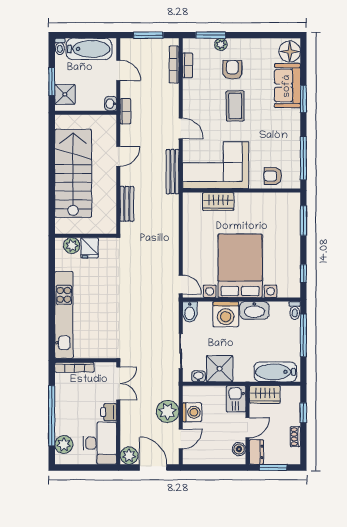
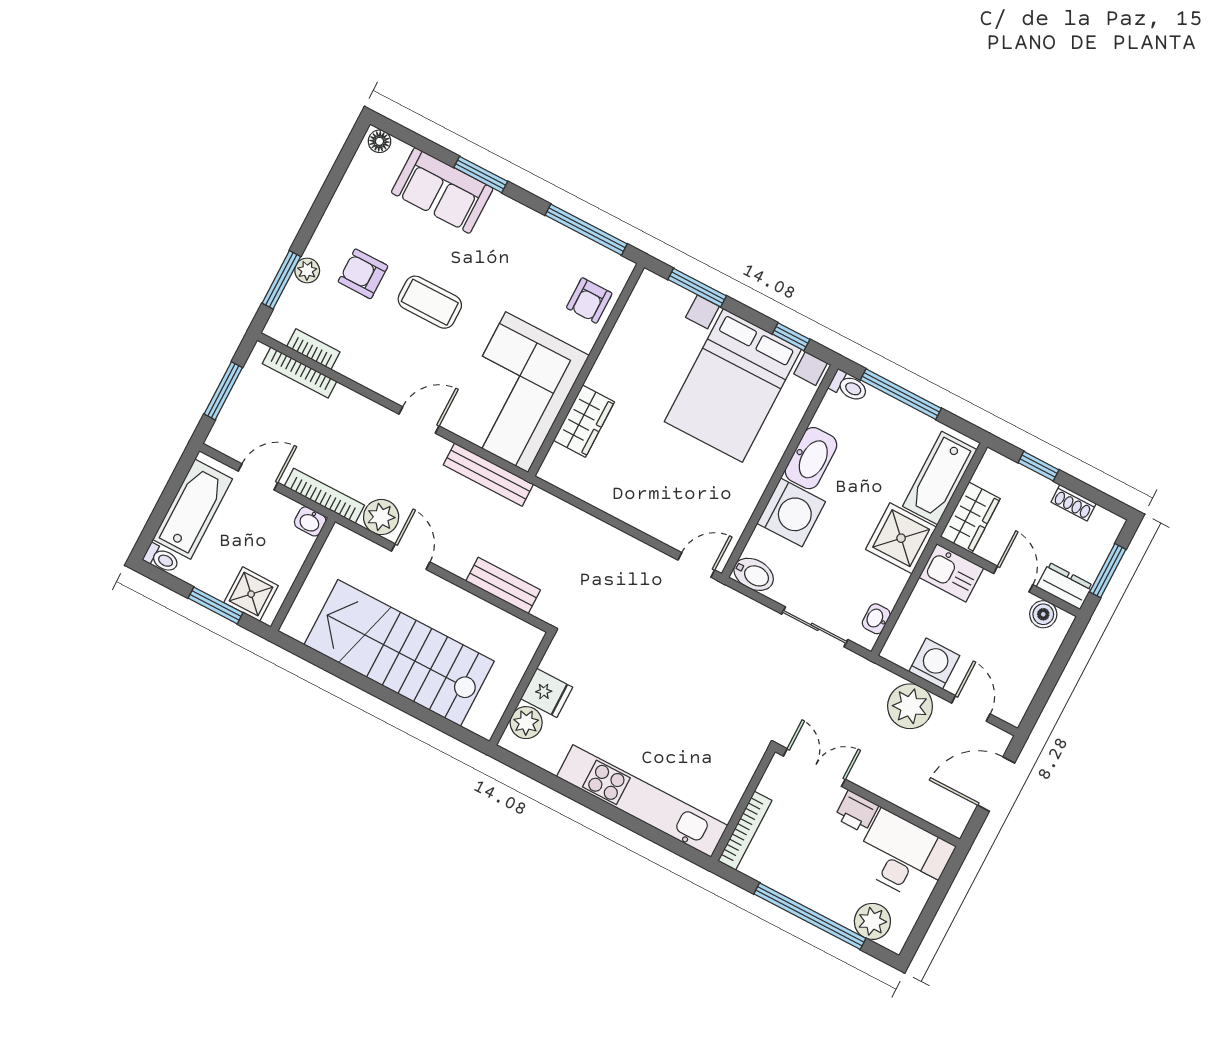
floor lamp: (290, 51) -> (379, 141), width x0.53, depth x0.53
bookcase: (125, 111) -> (324, 496), width x1.56
bed with nightstands: (240, 266) -> (733, 385), moved, turned -90
shower: (220, 369) -> (901, 538), moved
plant: (129, 456) -> (381, 517), moved

